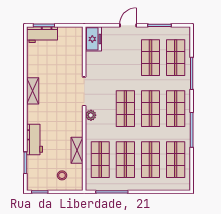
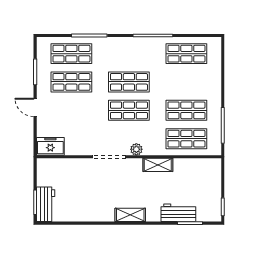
shelving: (33, 91) -> (130, 215), moved
shop shelf: (176, 109) -> (129, 54), removed
workbench: (34, 139) -> (178, 213), moved
shelving: (77, 150) -> (158, 165), moved
shop shelf: (150, 160) -> (186, 82), removed
stool: (62, 175) -> (204, 182), removed

